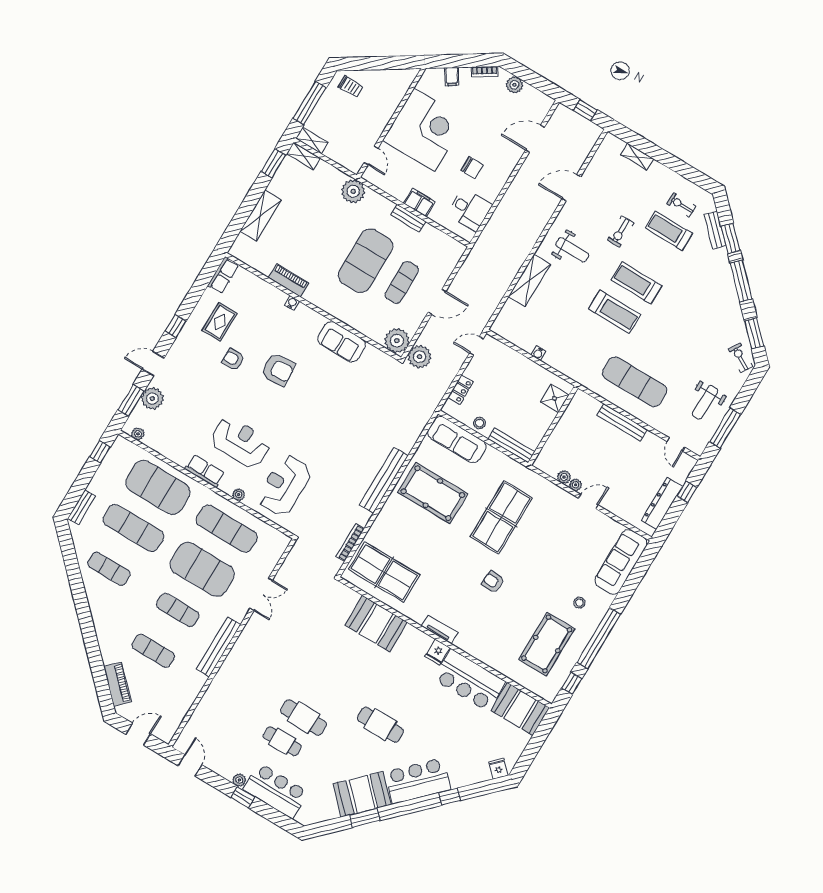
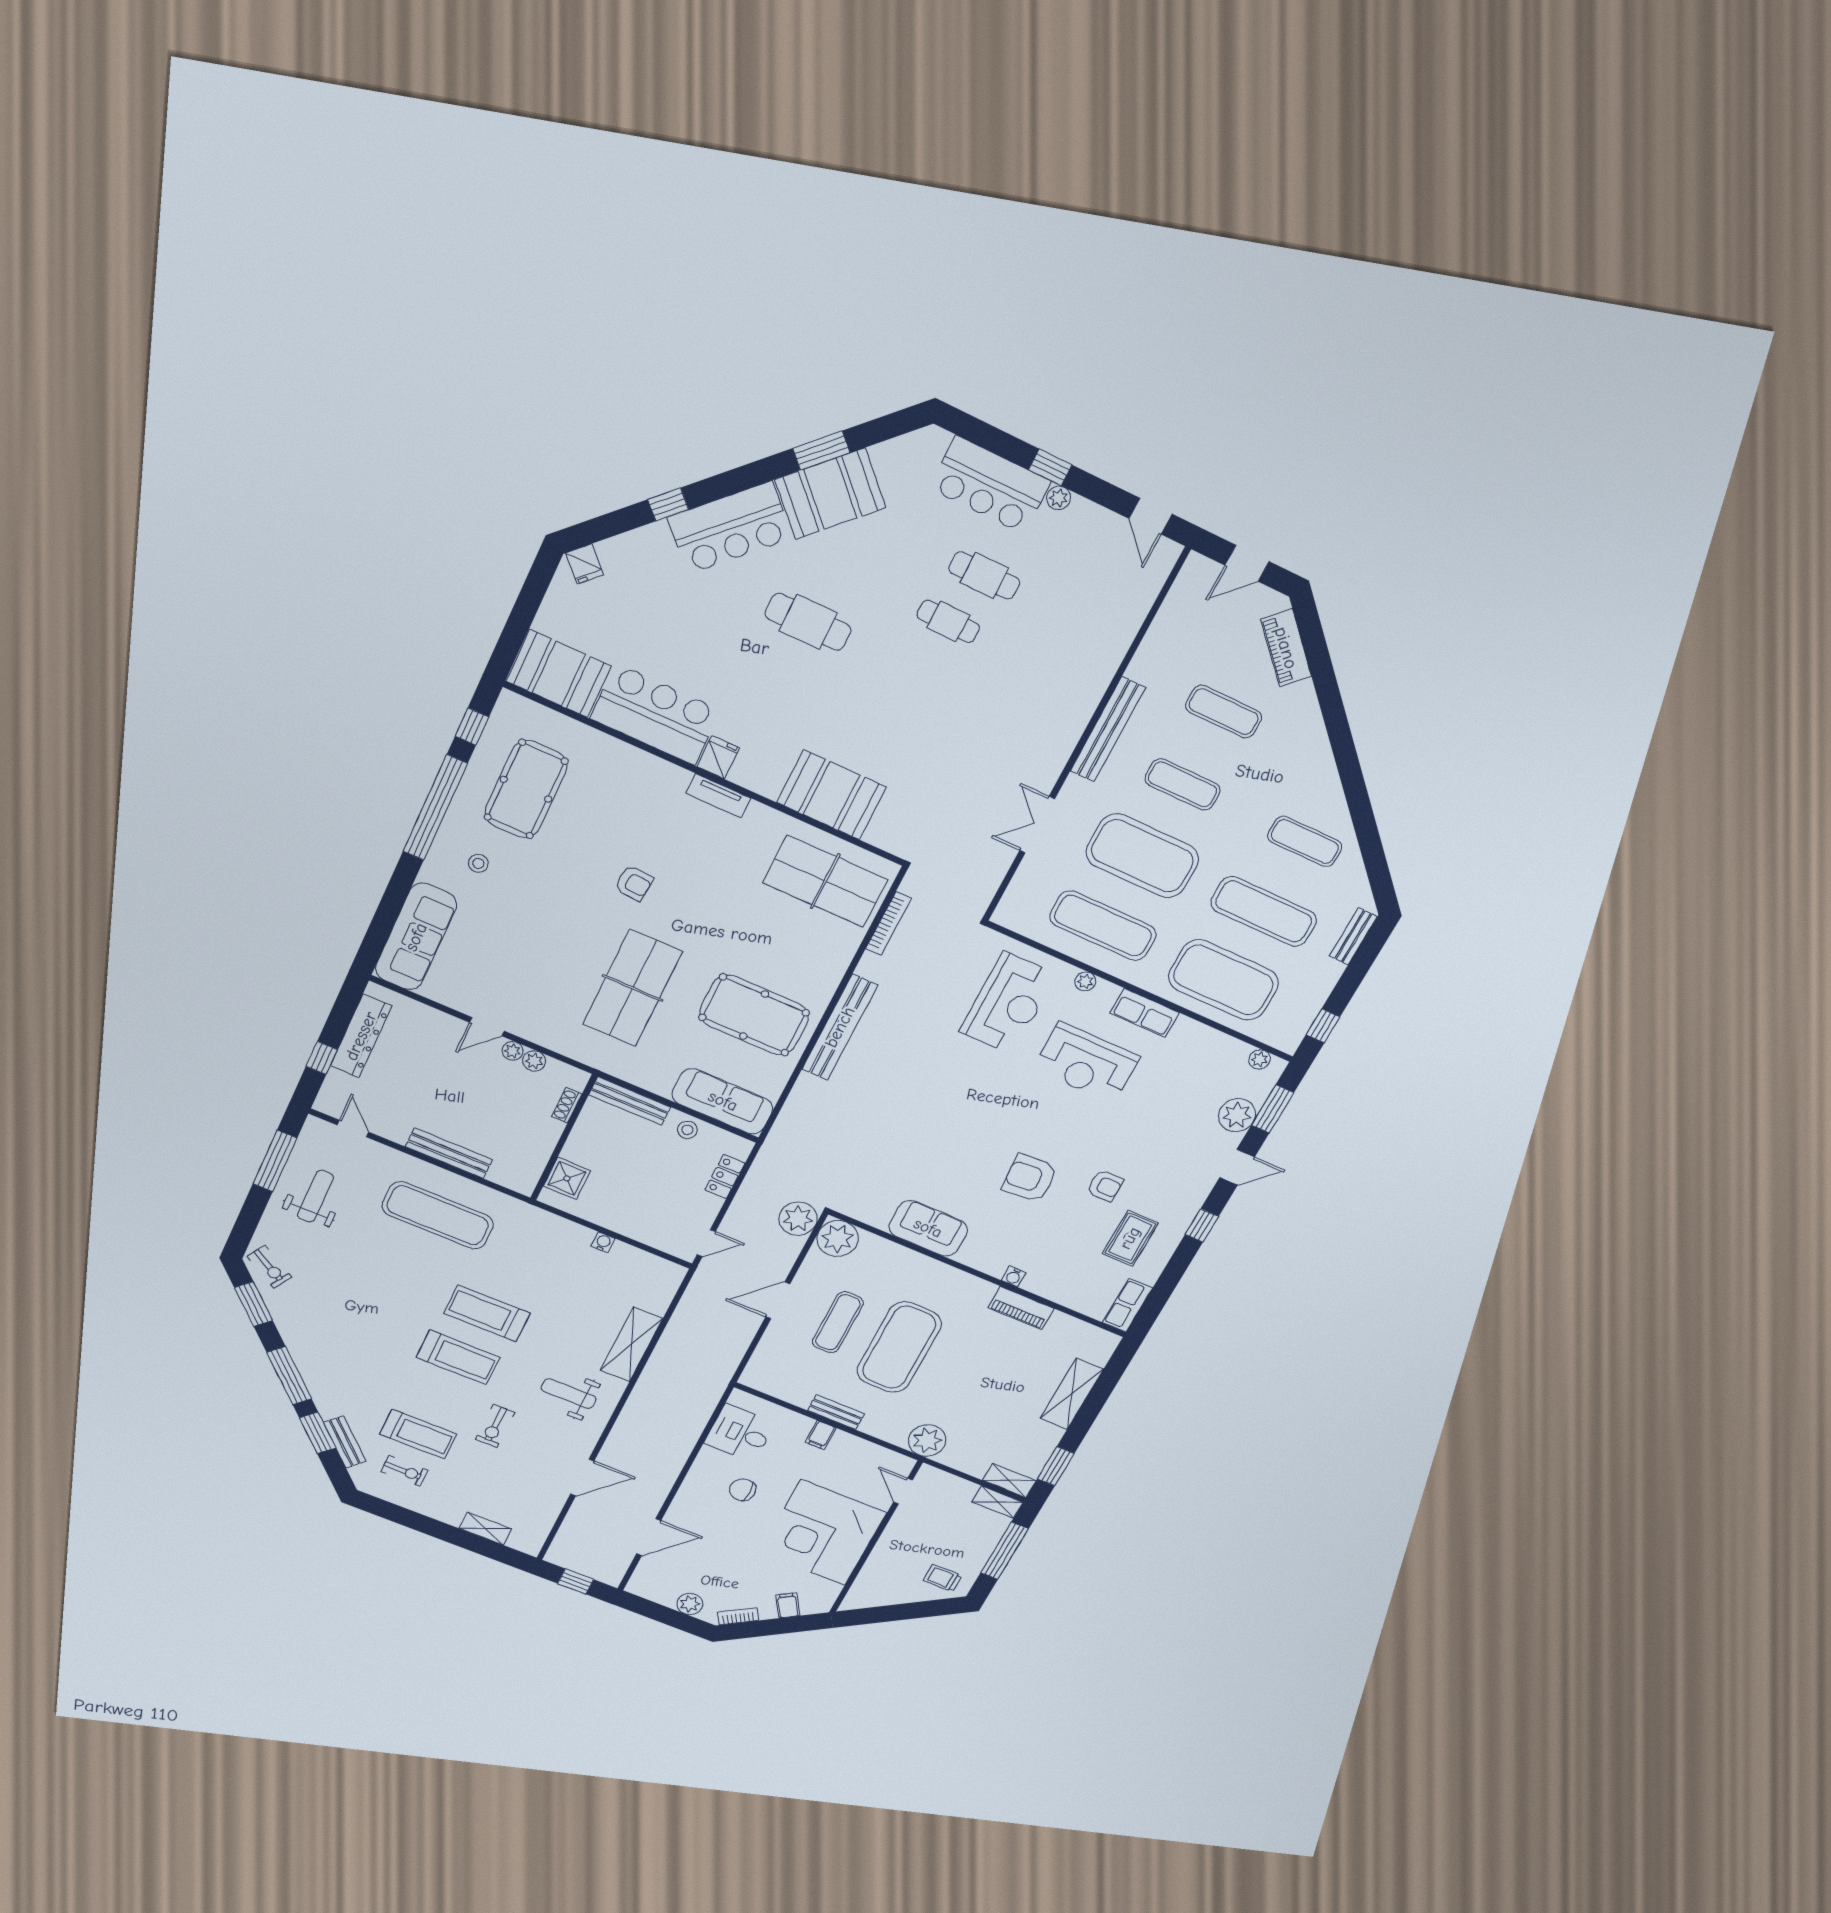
filing cabinet: (419, 203) -> (821, 1435), width x0.50
exercise bike: (621, 231) -> (495, 1426), turned 180
shoe rack: (549, 446) -> (567, 1105), added
cafe table: (304, 717) -> (948, 621), width x0.73, depth x0.74

